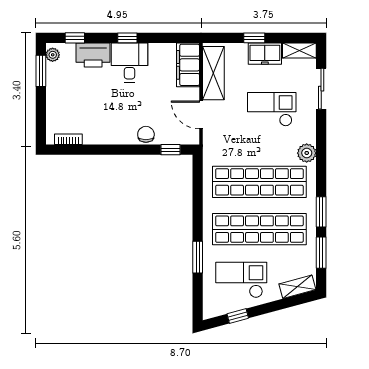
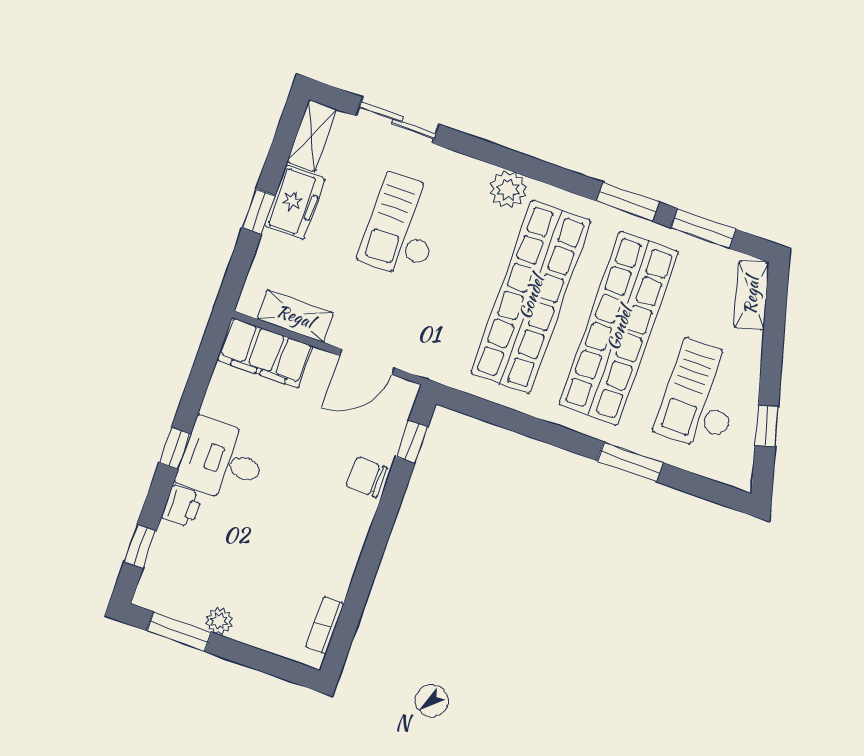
plant: (53, 55) -> (219, 621), moved
printer: (93, 55) -> (182, 506), width x0.53, depth x0.68
shelving: (213, 73) -> (295, 316), width x0.67, depth x0.75

